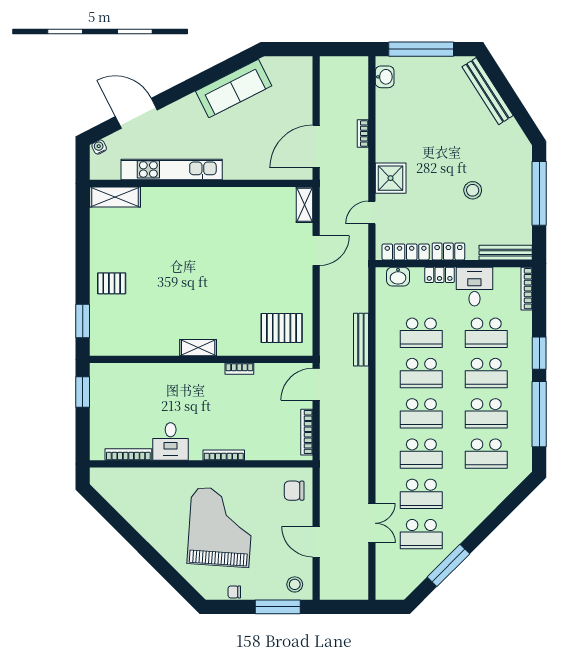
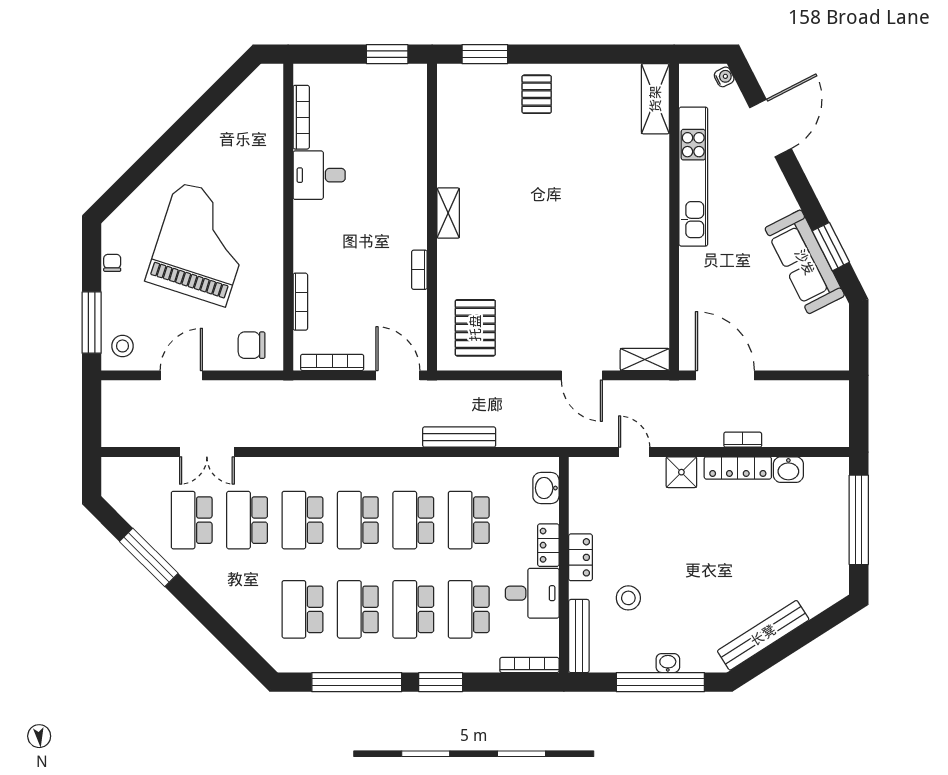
window: (222, 69) -> (831, 247), added
washbasin: (385, 77) -> (788, 470), moved
bench: (488, 91) -> (763, 635), moved
shower: (391, 178) -> (681, 472), width x0.73, depth x0.73
washbasin: (525, 188) -> (668, 663), added
stool: (473, 190) -> (628, 598), moved
locker: (406, 252) -> (738, 468), moved, turned 90
bookcase: (224, 455) -> (300, 302), moved
chair: (294, 491) -> (252, 345), turned -90
grand piano: (220, 527) -> (201, 244), turned -76

